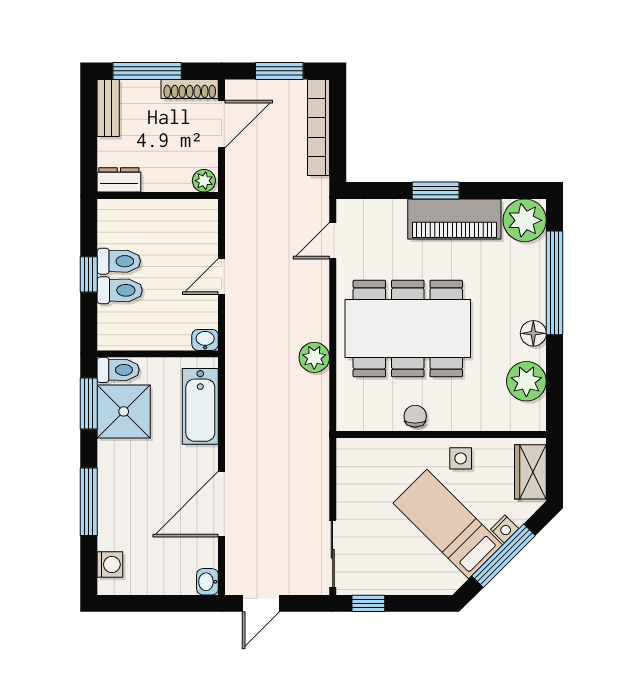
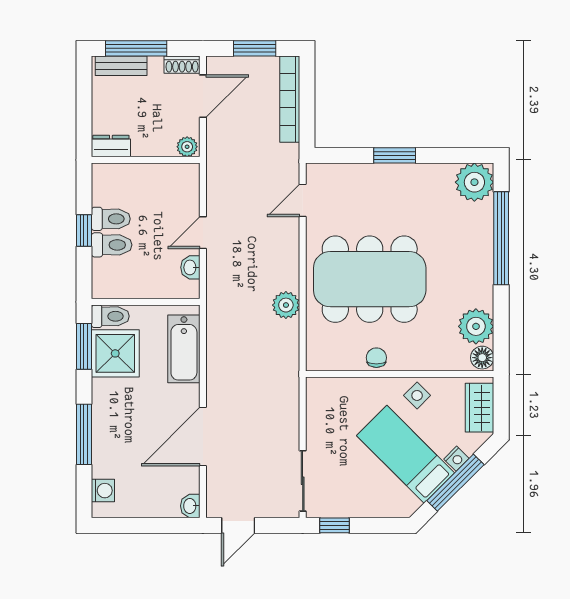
shoe rack: (190, 89) -> (182, 65), width x0.70
bench: (108, 108) -> (121, 66), moved, turned 90
piano: (454, 219) -> (412, 181), removed
floor lamp: (533, 333) -> (482, 358), moved
washbasin: (205, 340) -> (190, 267), moved, turned -90
side table: (461, 458) -> (417, 395), turned 45

